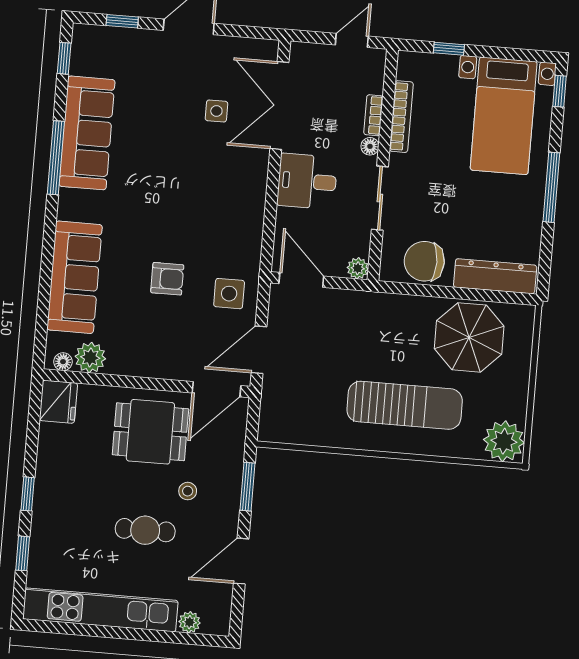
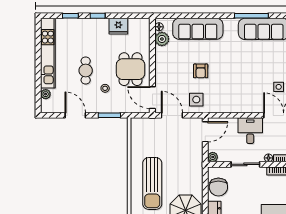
chair: (424, 261) -> (218, 187), turned 180
fridge: (58, 402) -> (118, 26), moved

